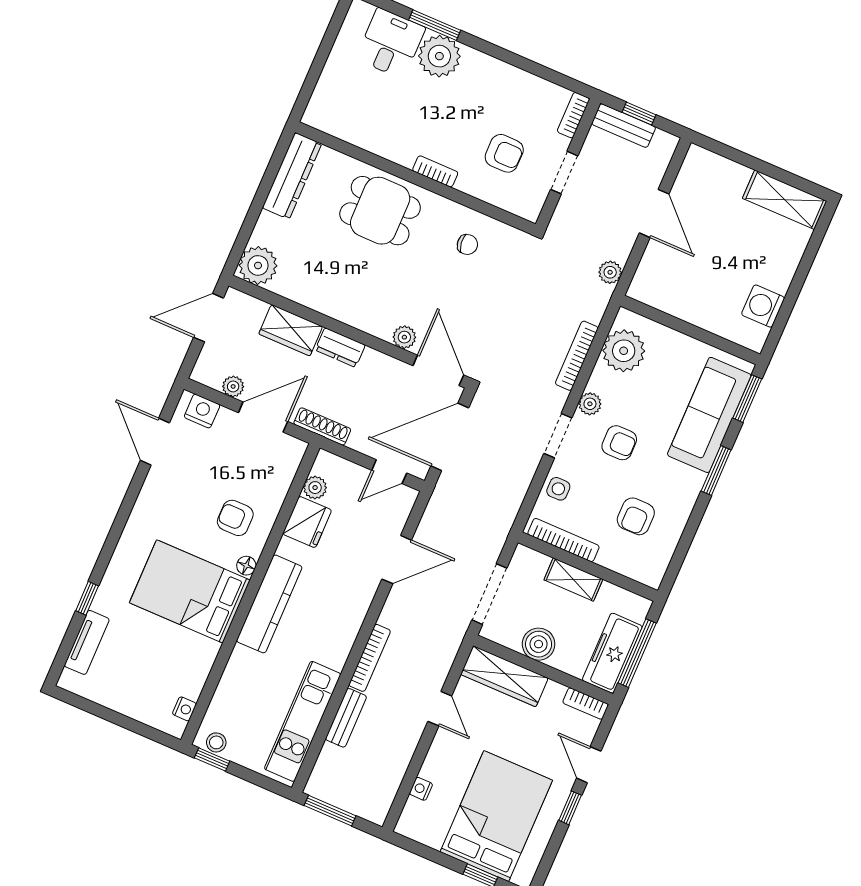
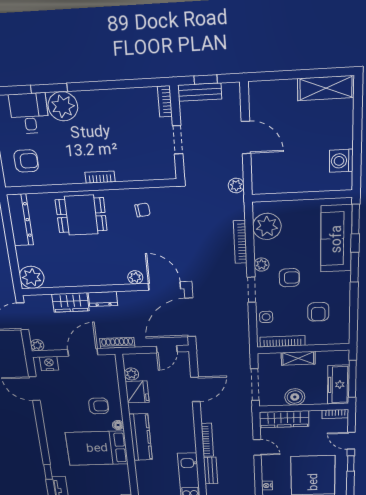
armchair: (504, 153) -> (26, 161), moved
plant: (233, 386) -> (37, 345), moved
armchair: (235, 518) -> (99, 406), turned 180

